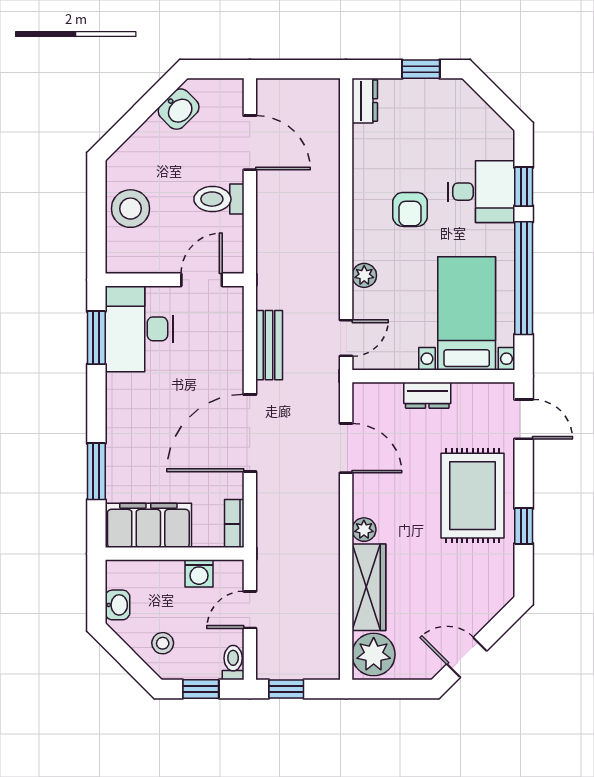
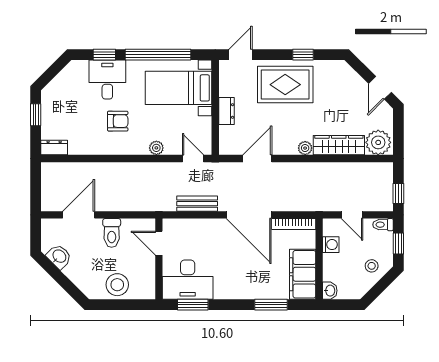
bookcase: (234, 524) -> (294, 224), width x1.56
washbasin: (117, 605) -> (330, 291), moved, turned 90

